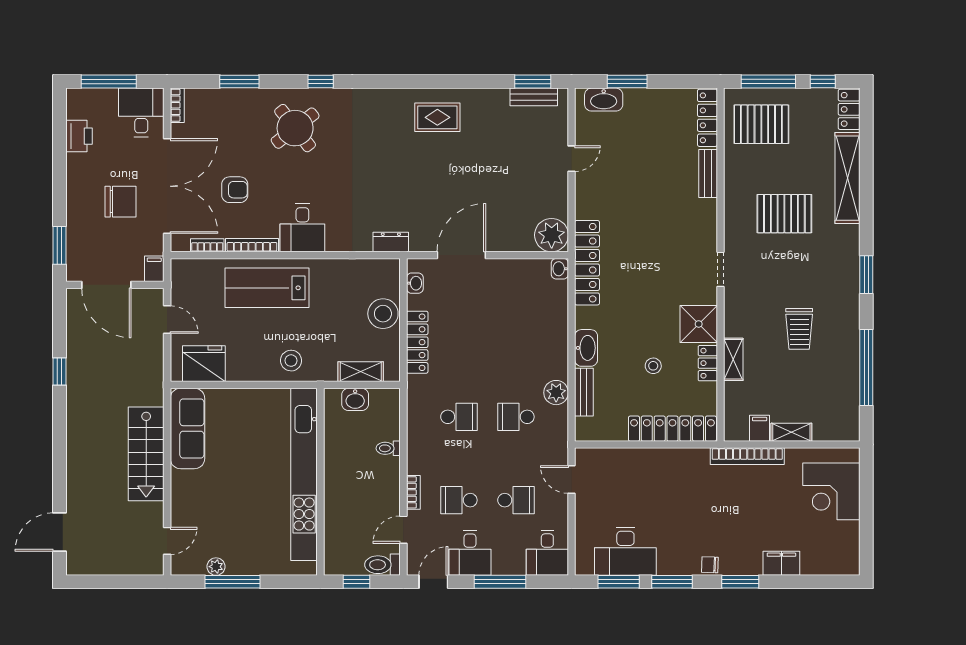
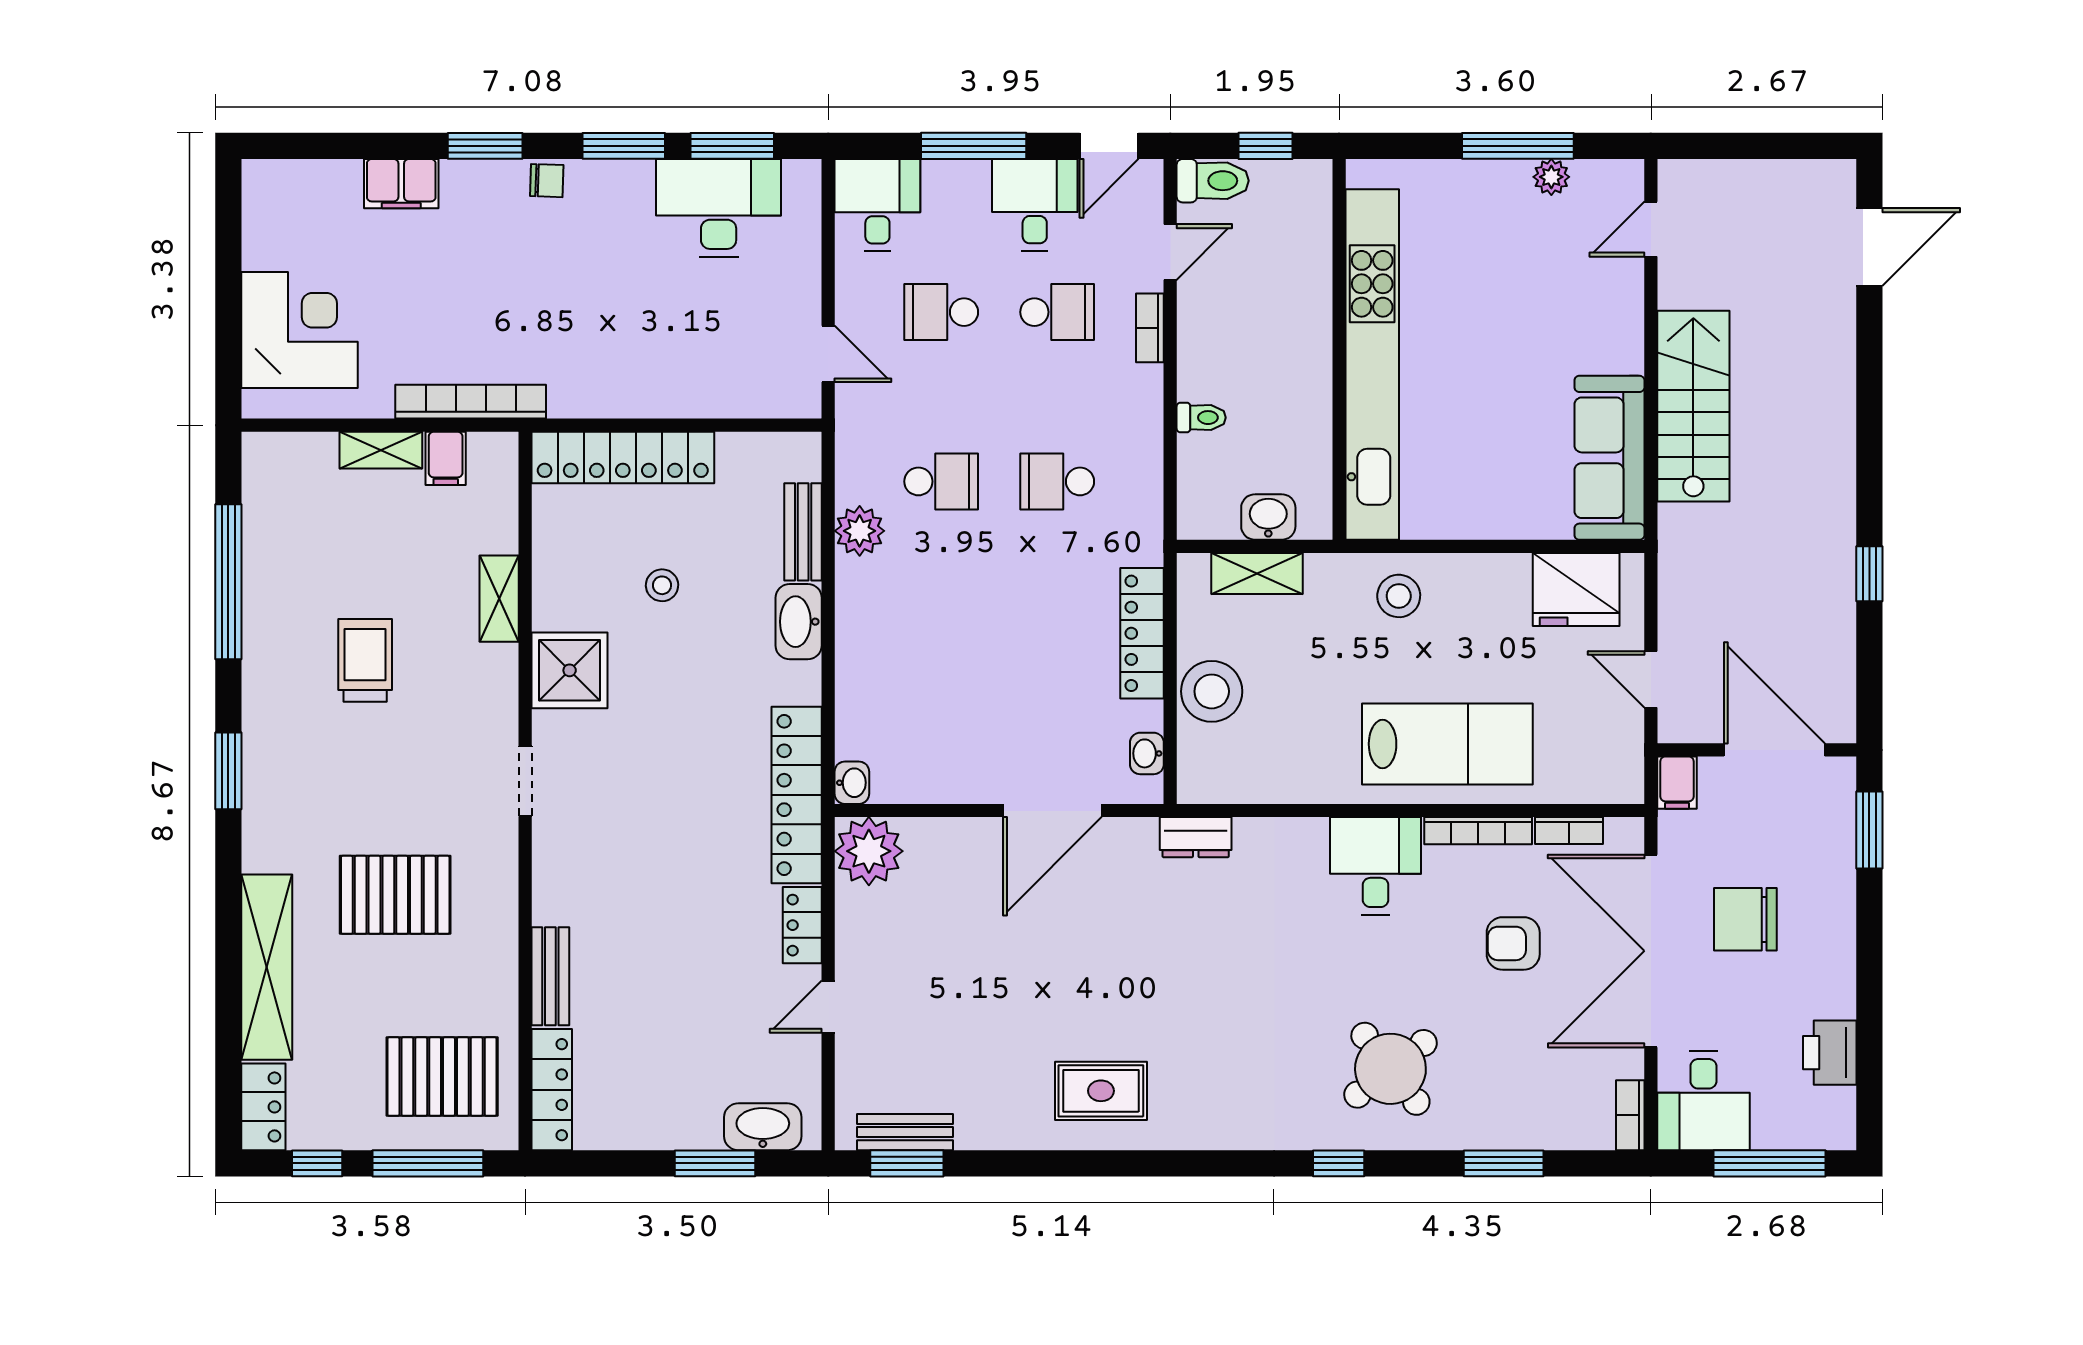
locker: (708, 363) -> (802, 925), moved, turned 180

